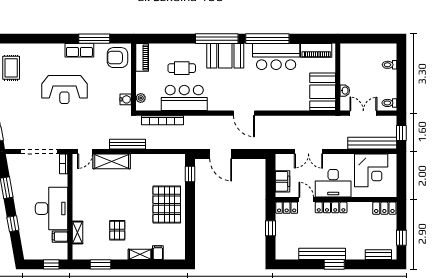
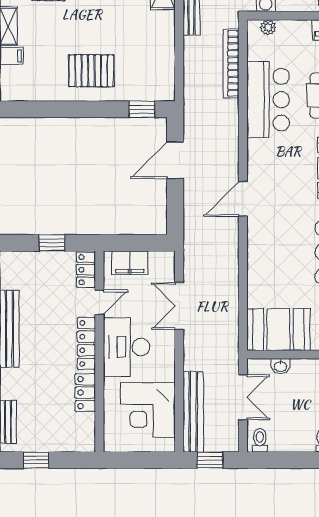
pallet: (167, 204) -> (91, 71), width x0.73, depth x0.71
locker: (384, 208) -> (85, 393), moved

